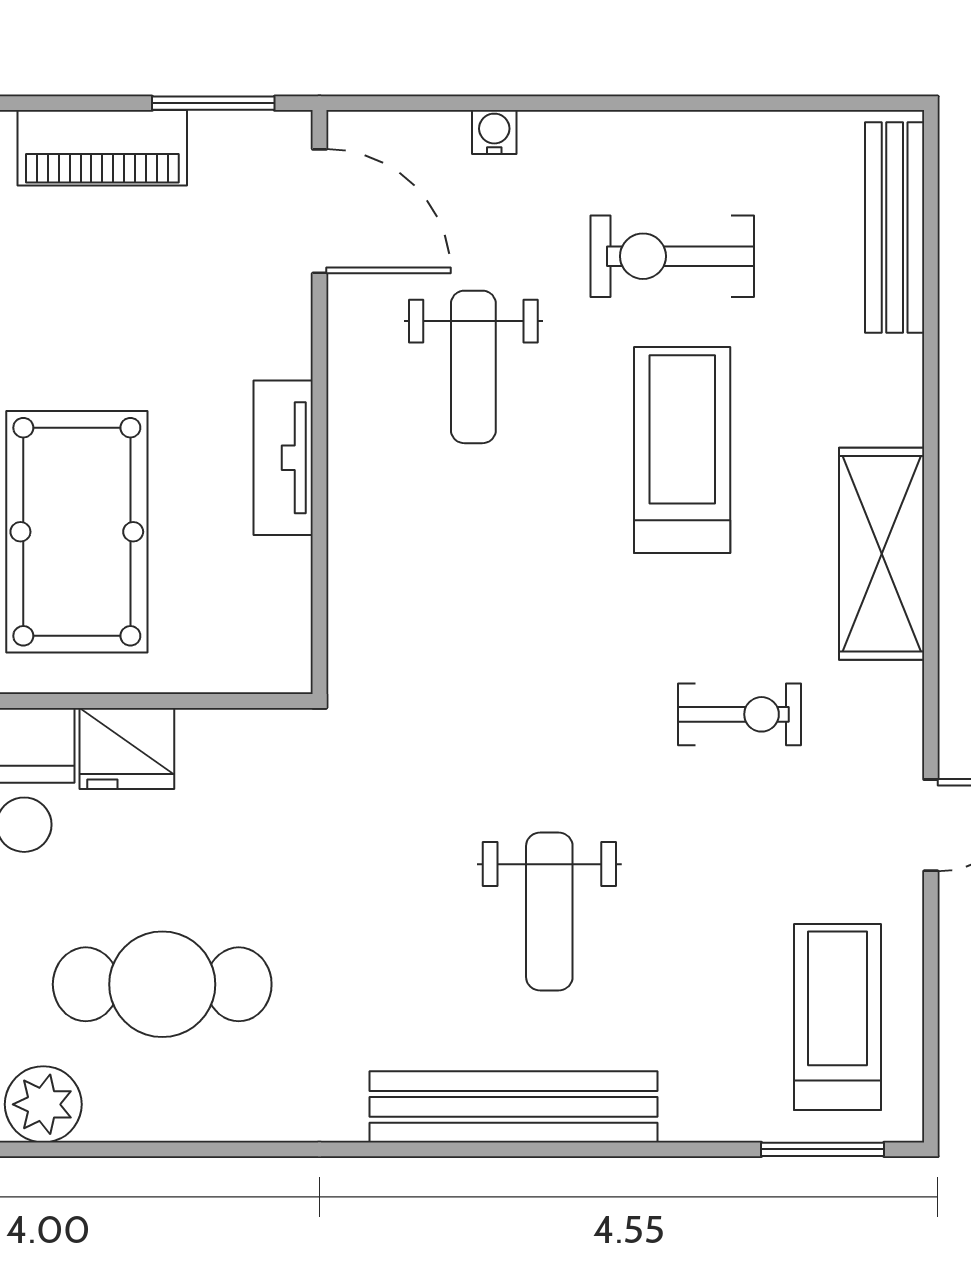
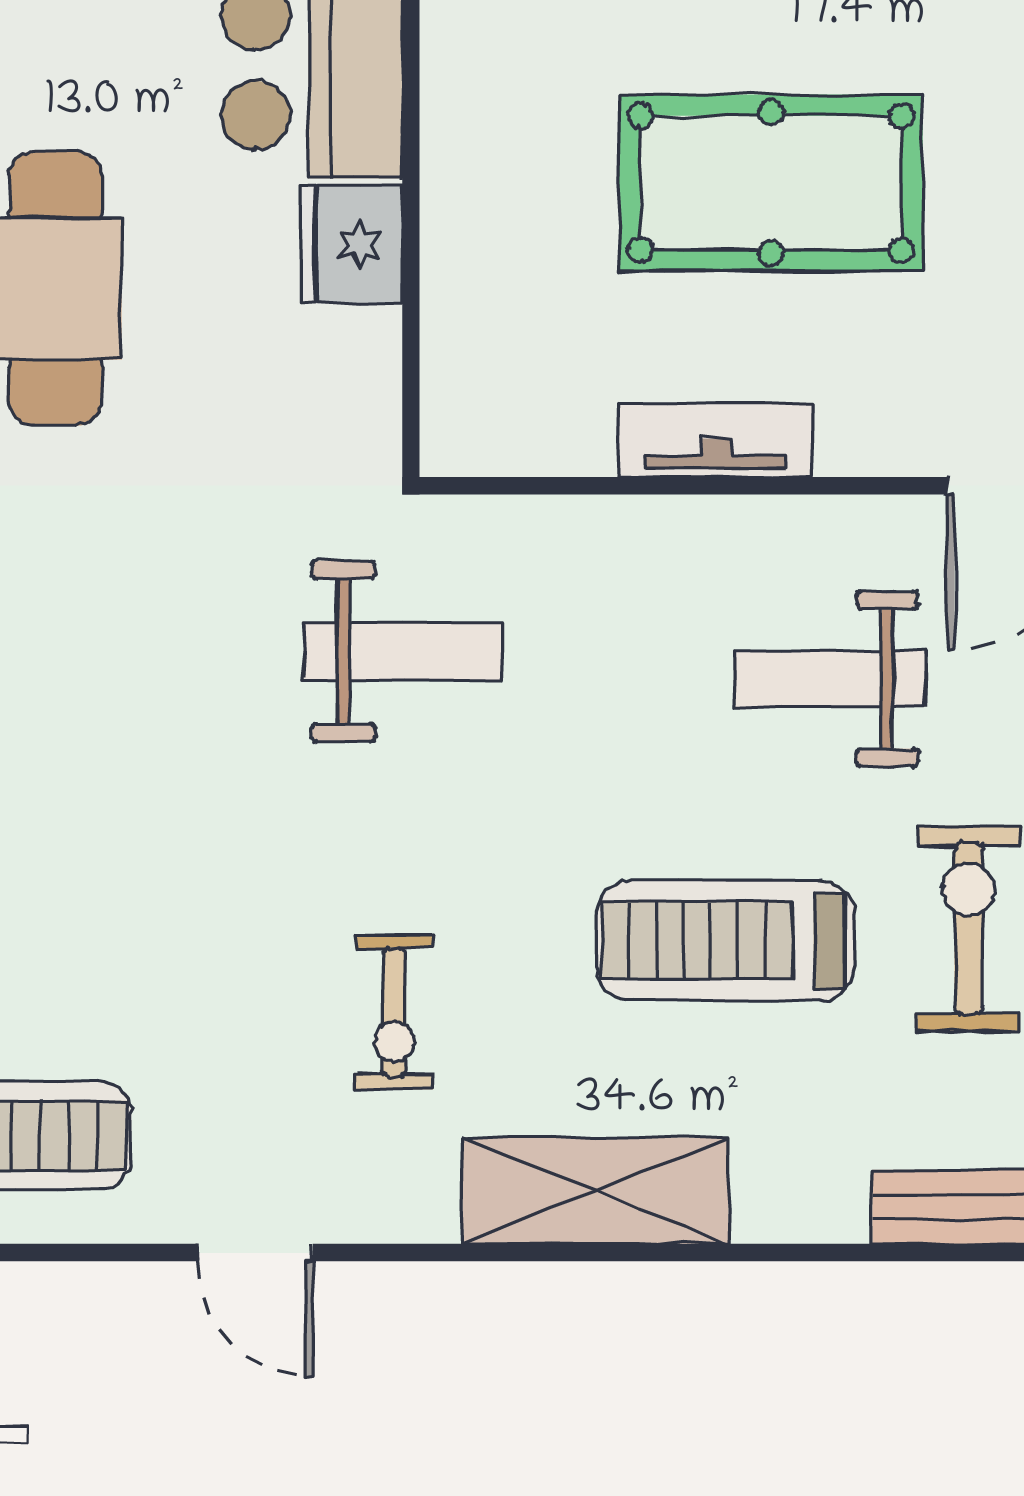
treadmill: (682, 450) -> (726, 941), turned 180
pool table: (77, 532) -> (771, 183), moved
weight bench: (549, 912) -> (403, 651), moved, turned 180

